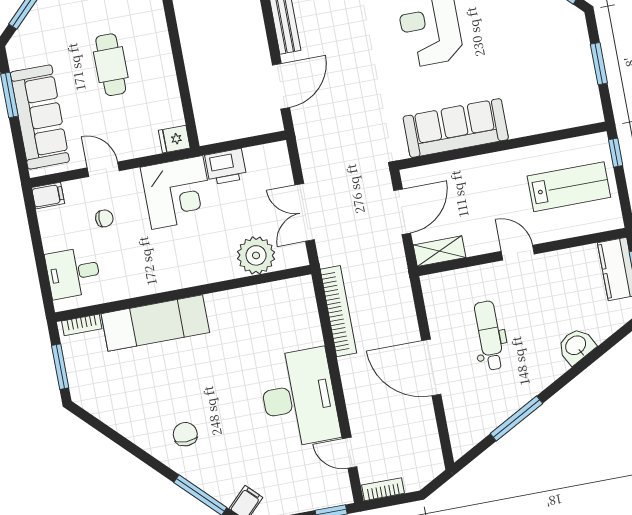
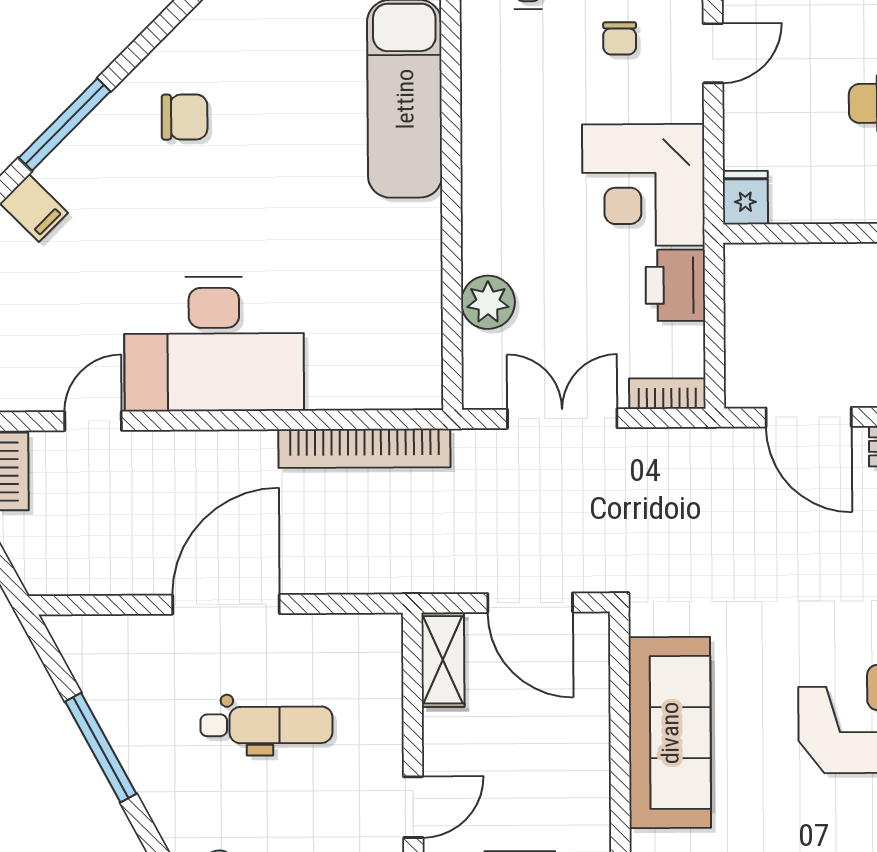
bookcase: (282, 161) -> (667, 394), added
plant: (256, 255) -> (488, 302), width x0.73, depth x0.73

